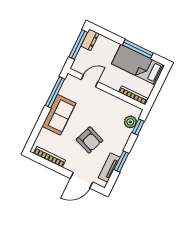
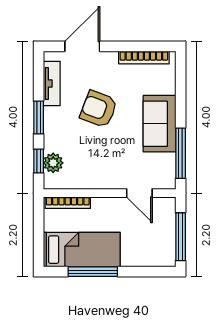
dresser: (90, 40) -> (167, 252), removed
door: (90, 81) -> (139, 193), hinge flipped
window: (121, 161) -> (39, 117), moved

